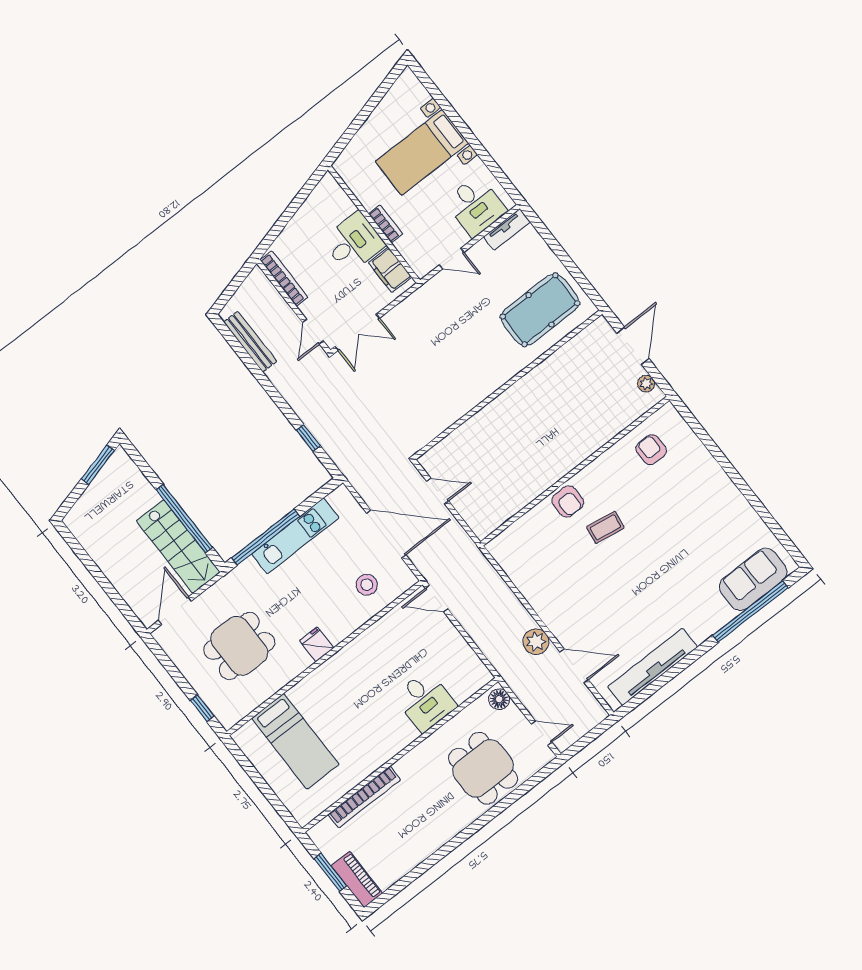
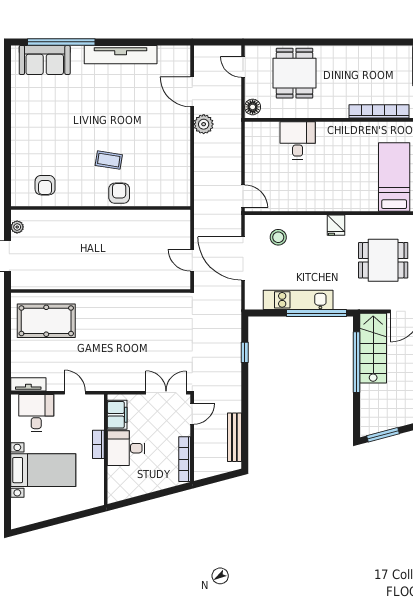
tv unit: (653, 667) -> (121, 55), moved

